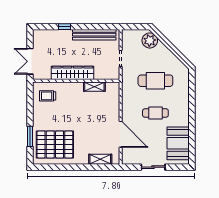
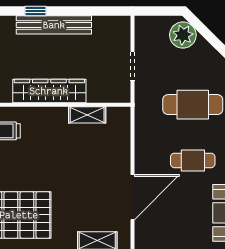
bench: (94, 35) -> (54, 25), moved
door: (121, 134) -> (132, 197), hinge flipped

